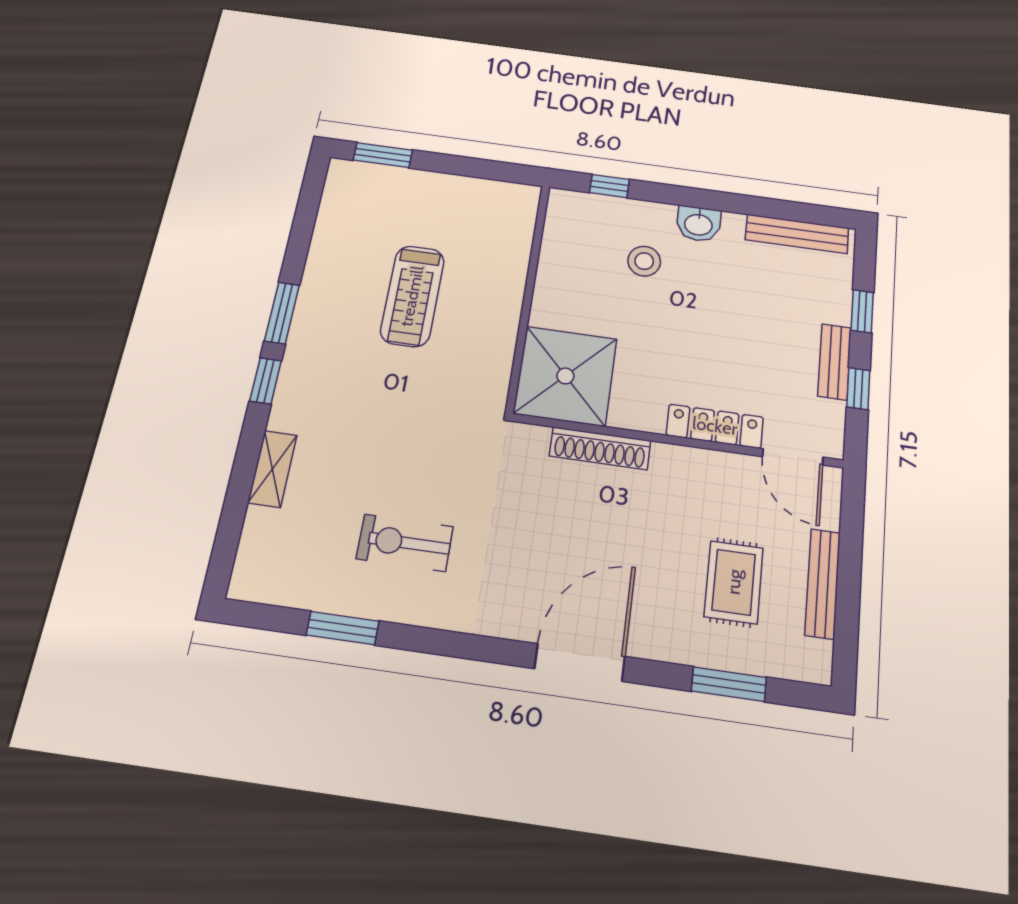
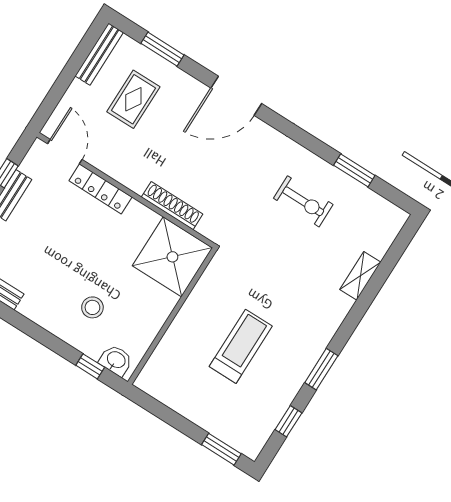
washbasin: (698, 224) -> (116, 360), moved
window: (266, 381) -> (288, 421), moved
bench: (823, 583) -> (99, 54), moved

